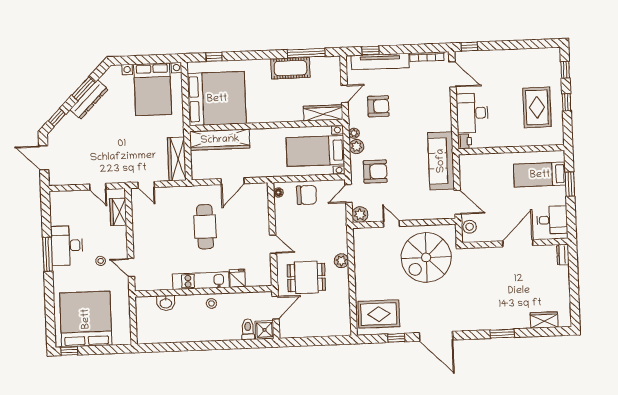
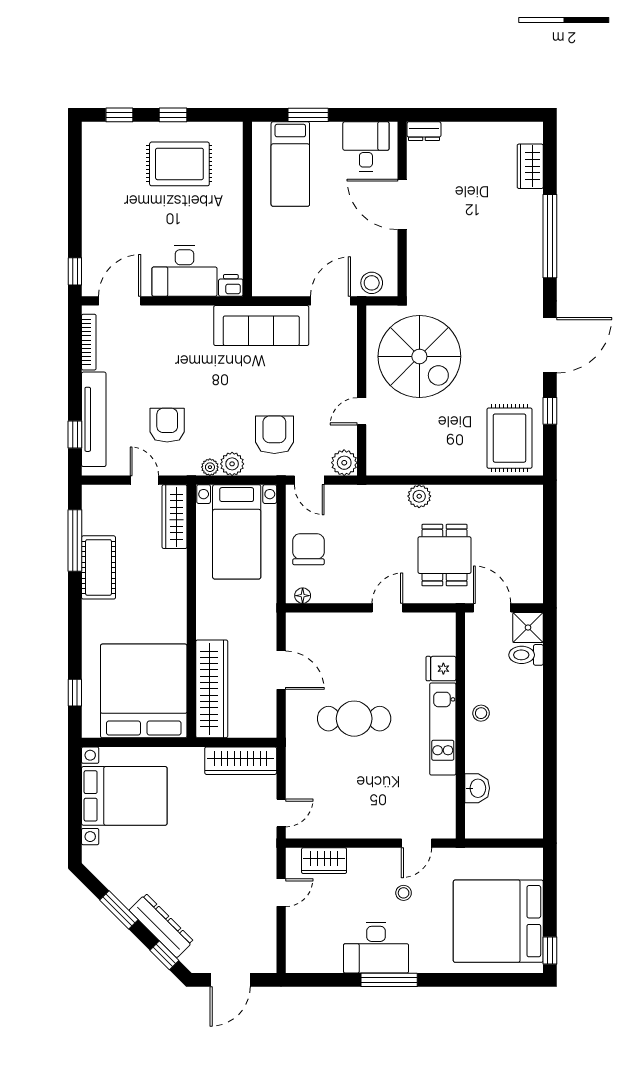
dresser: (89, 99) -> (161, 926), moved
window: (502, 334) -> (550, 236), width x2.11

